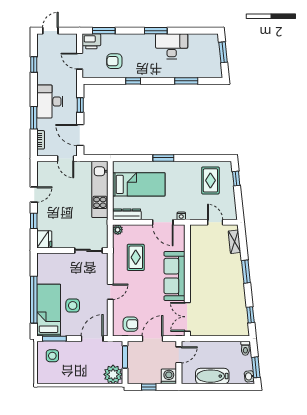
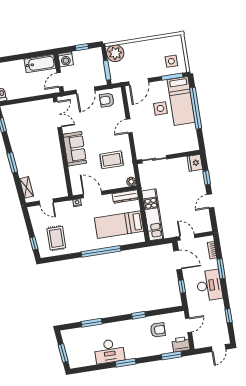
door: (80, 61) -> (188, 325), hinge flipped
window: (163, 158) -> (101, 251), width x2.11
rug: (136, 257) -> (112, 160), turned 90
sofa: (175, 276) -> (75, 149), width x0.73
bathtub: (212, 376) -> (40, 64), moved

